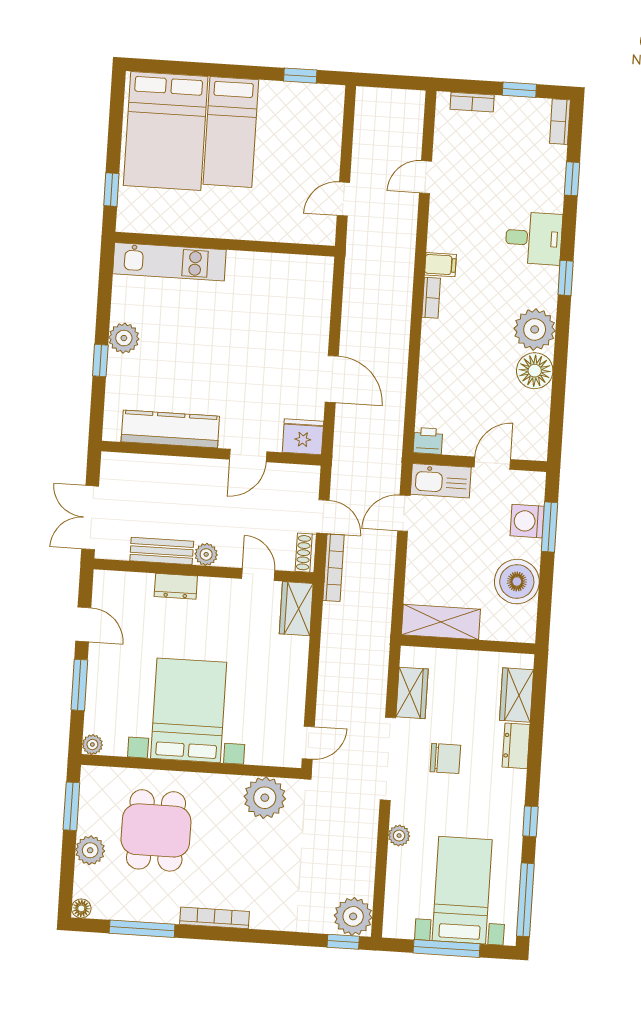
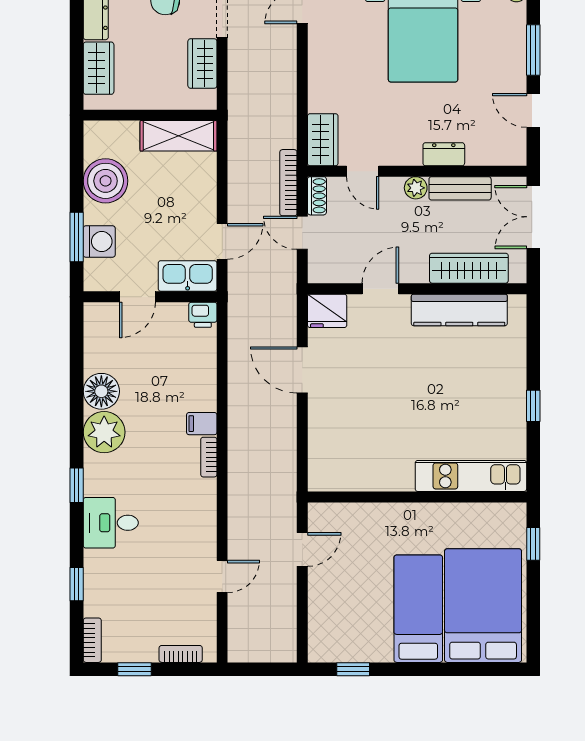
filing cabinet: (440, 265) -> (202, 424), moved
plant: (124, 338) -> (511, 397), removed
window: (100, 360) -> (533, 406), moved
wardrobe: (158, 470) -> (469, 268), added
double door: (90, 518) -> (533, 217), swing flipped

